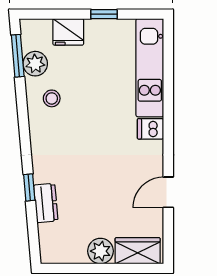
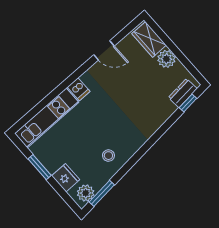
window: (104, 14) -> (40, 167), width x1.50
plant: (35, 64) -> (86, 193), moved
window: (29, 187) -> (188, 103), moved
dresser: (46, 203) -> (183, 93), moved

